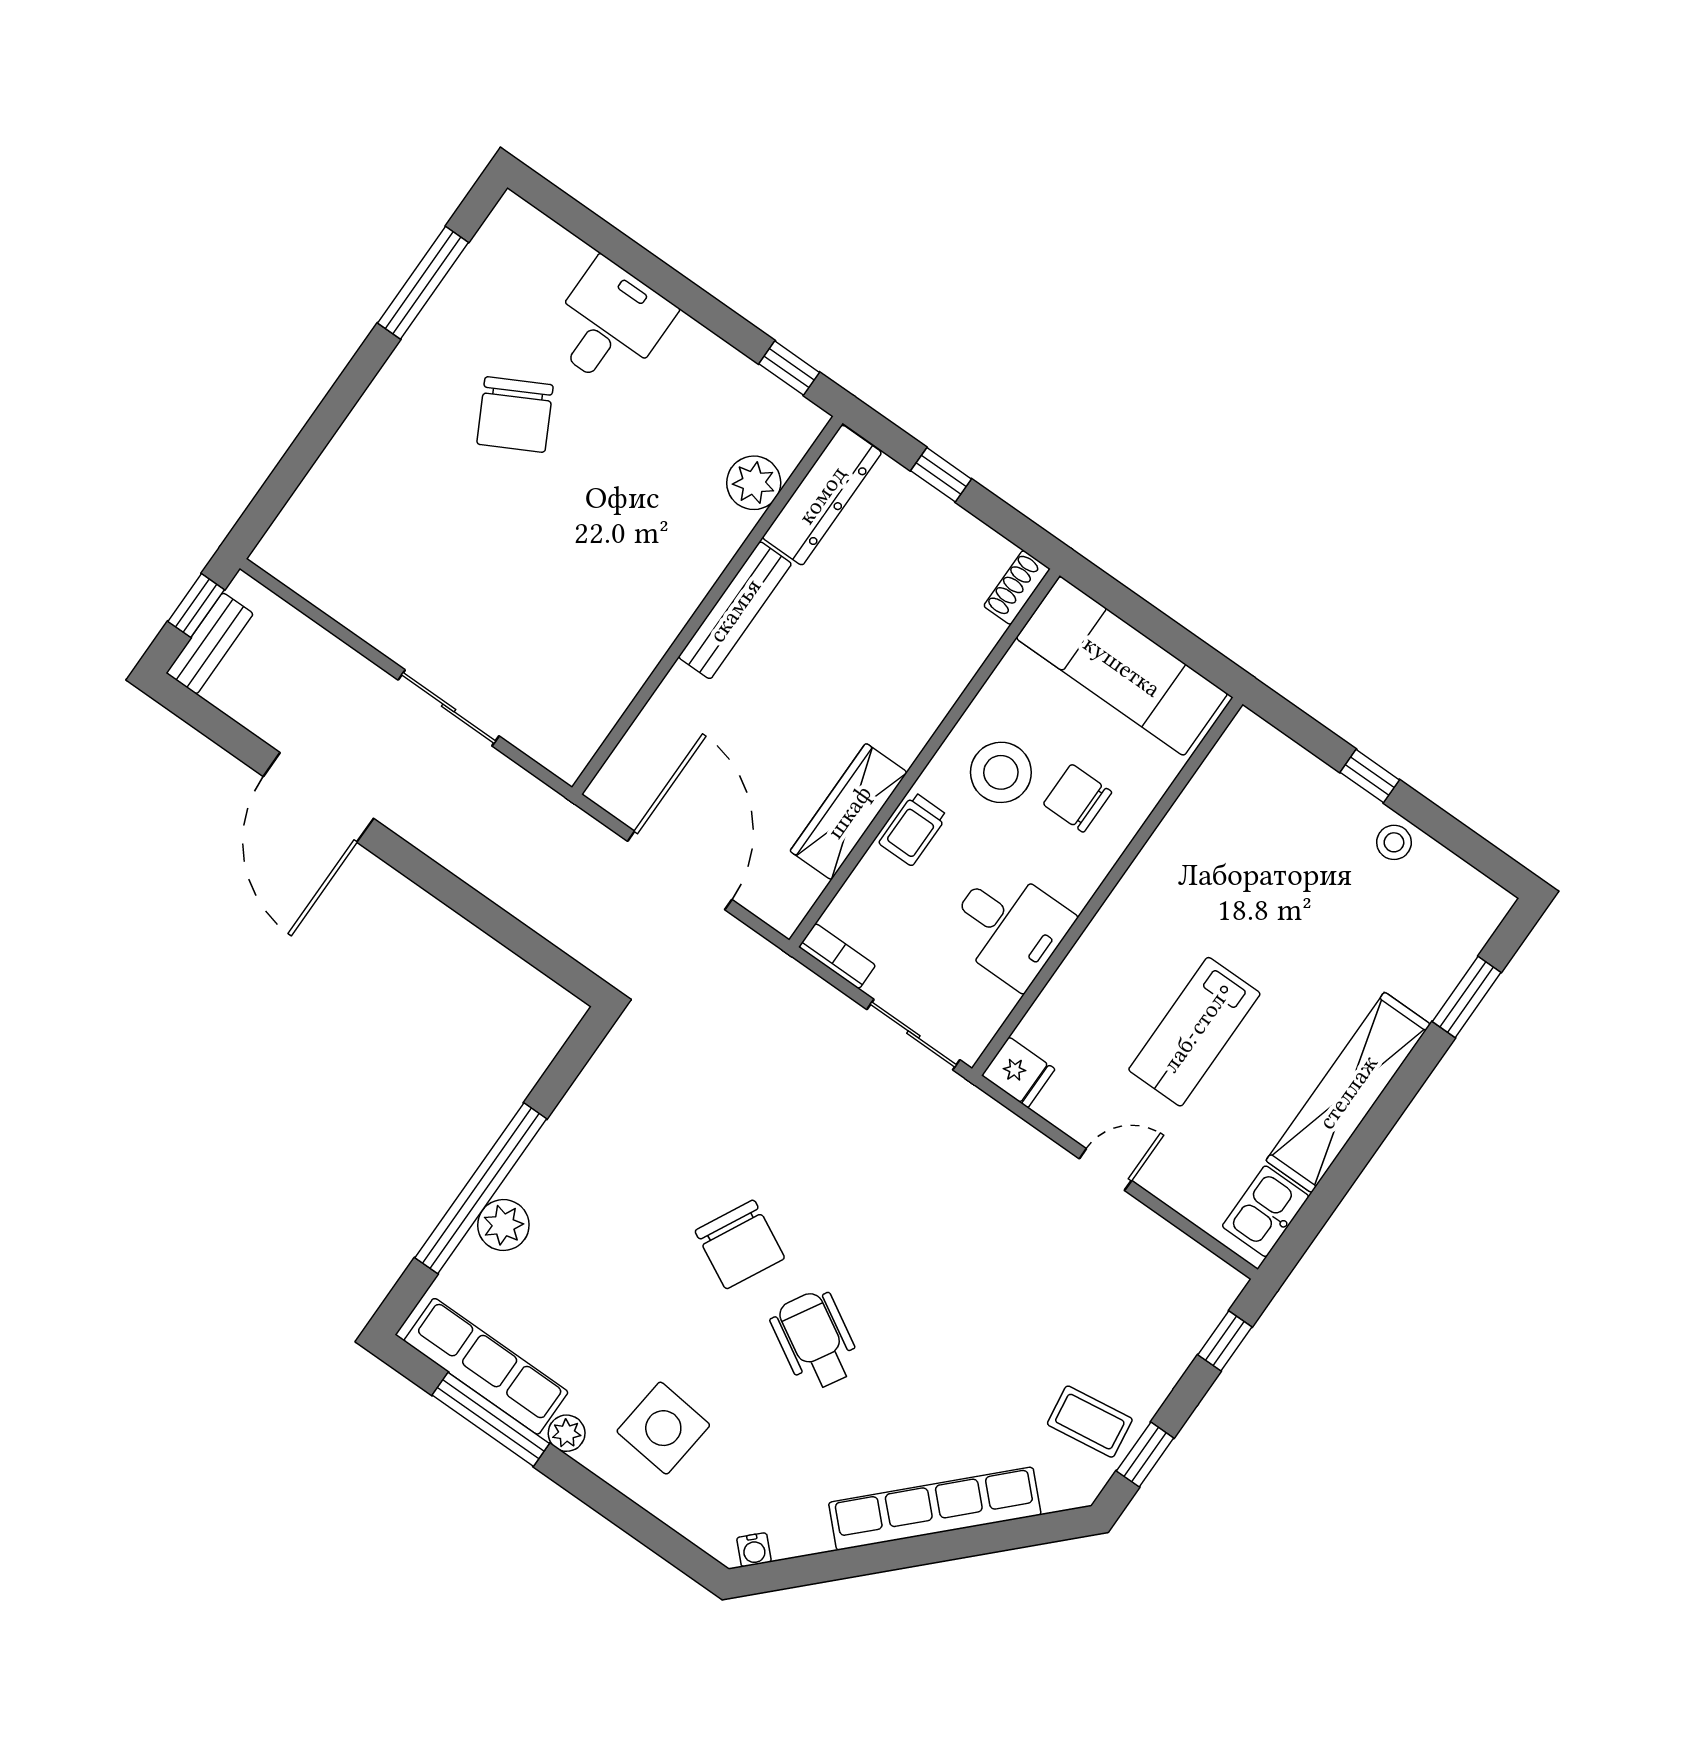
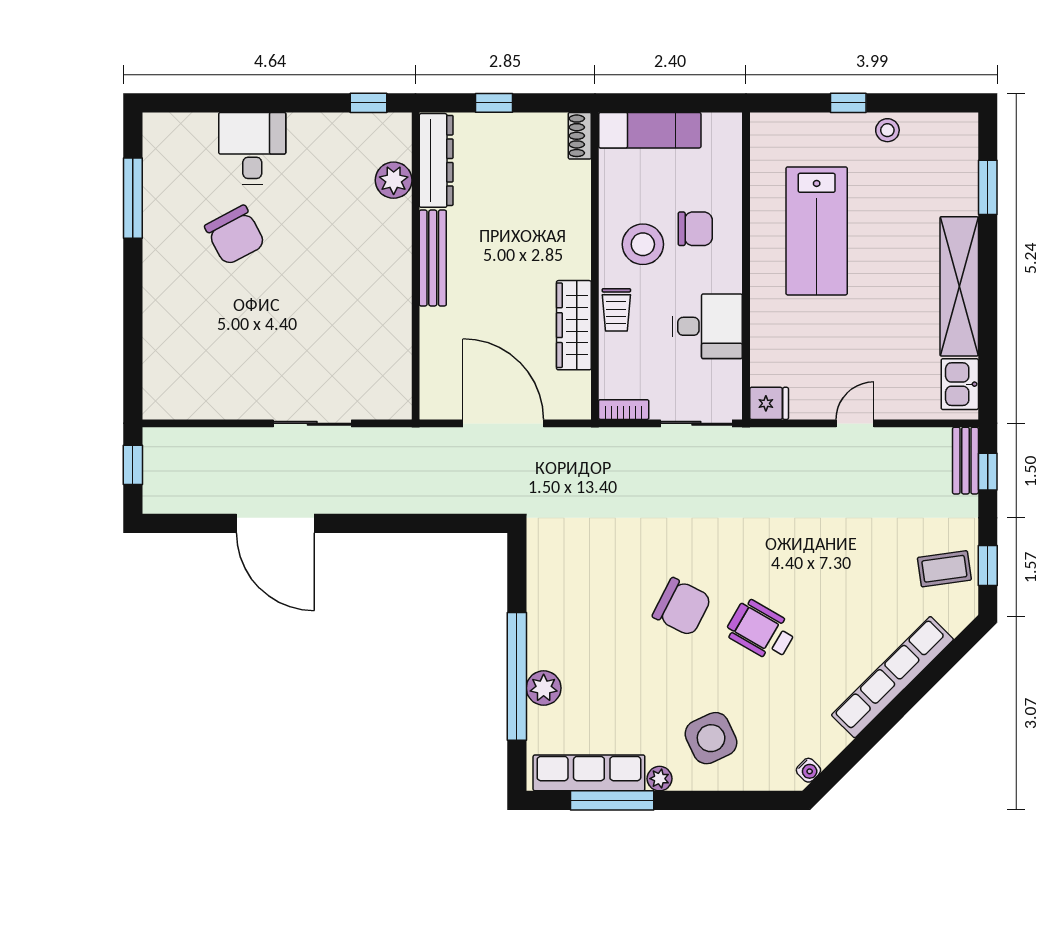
bench: (210, 643) -> (965, 461), moved
exam couch: (1122, 666) -> (650, 130), width x0.73, depth x0.69
chair: (1078, 798) -> (695, 229), turned 180
lab bench: (1194, 1032) -> (817, 231), moved, width x1.36, depth x1.39
side table: (663, 1428) -> (711, 738), turned -31

